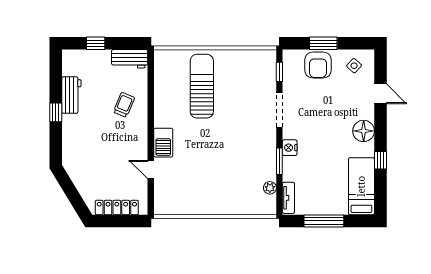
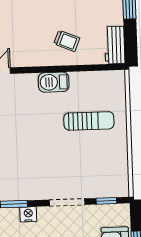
sun lounger: (202, 86) -> (89, 121), width x0.73, depth x0.75
barbecue: (163, 143) -> (54, 82), moved

